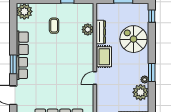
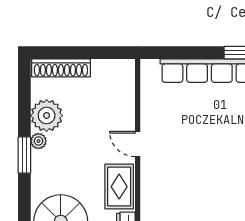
door: (95, 78) -> (138, 144), swing flipped

